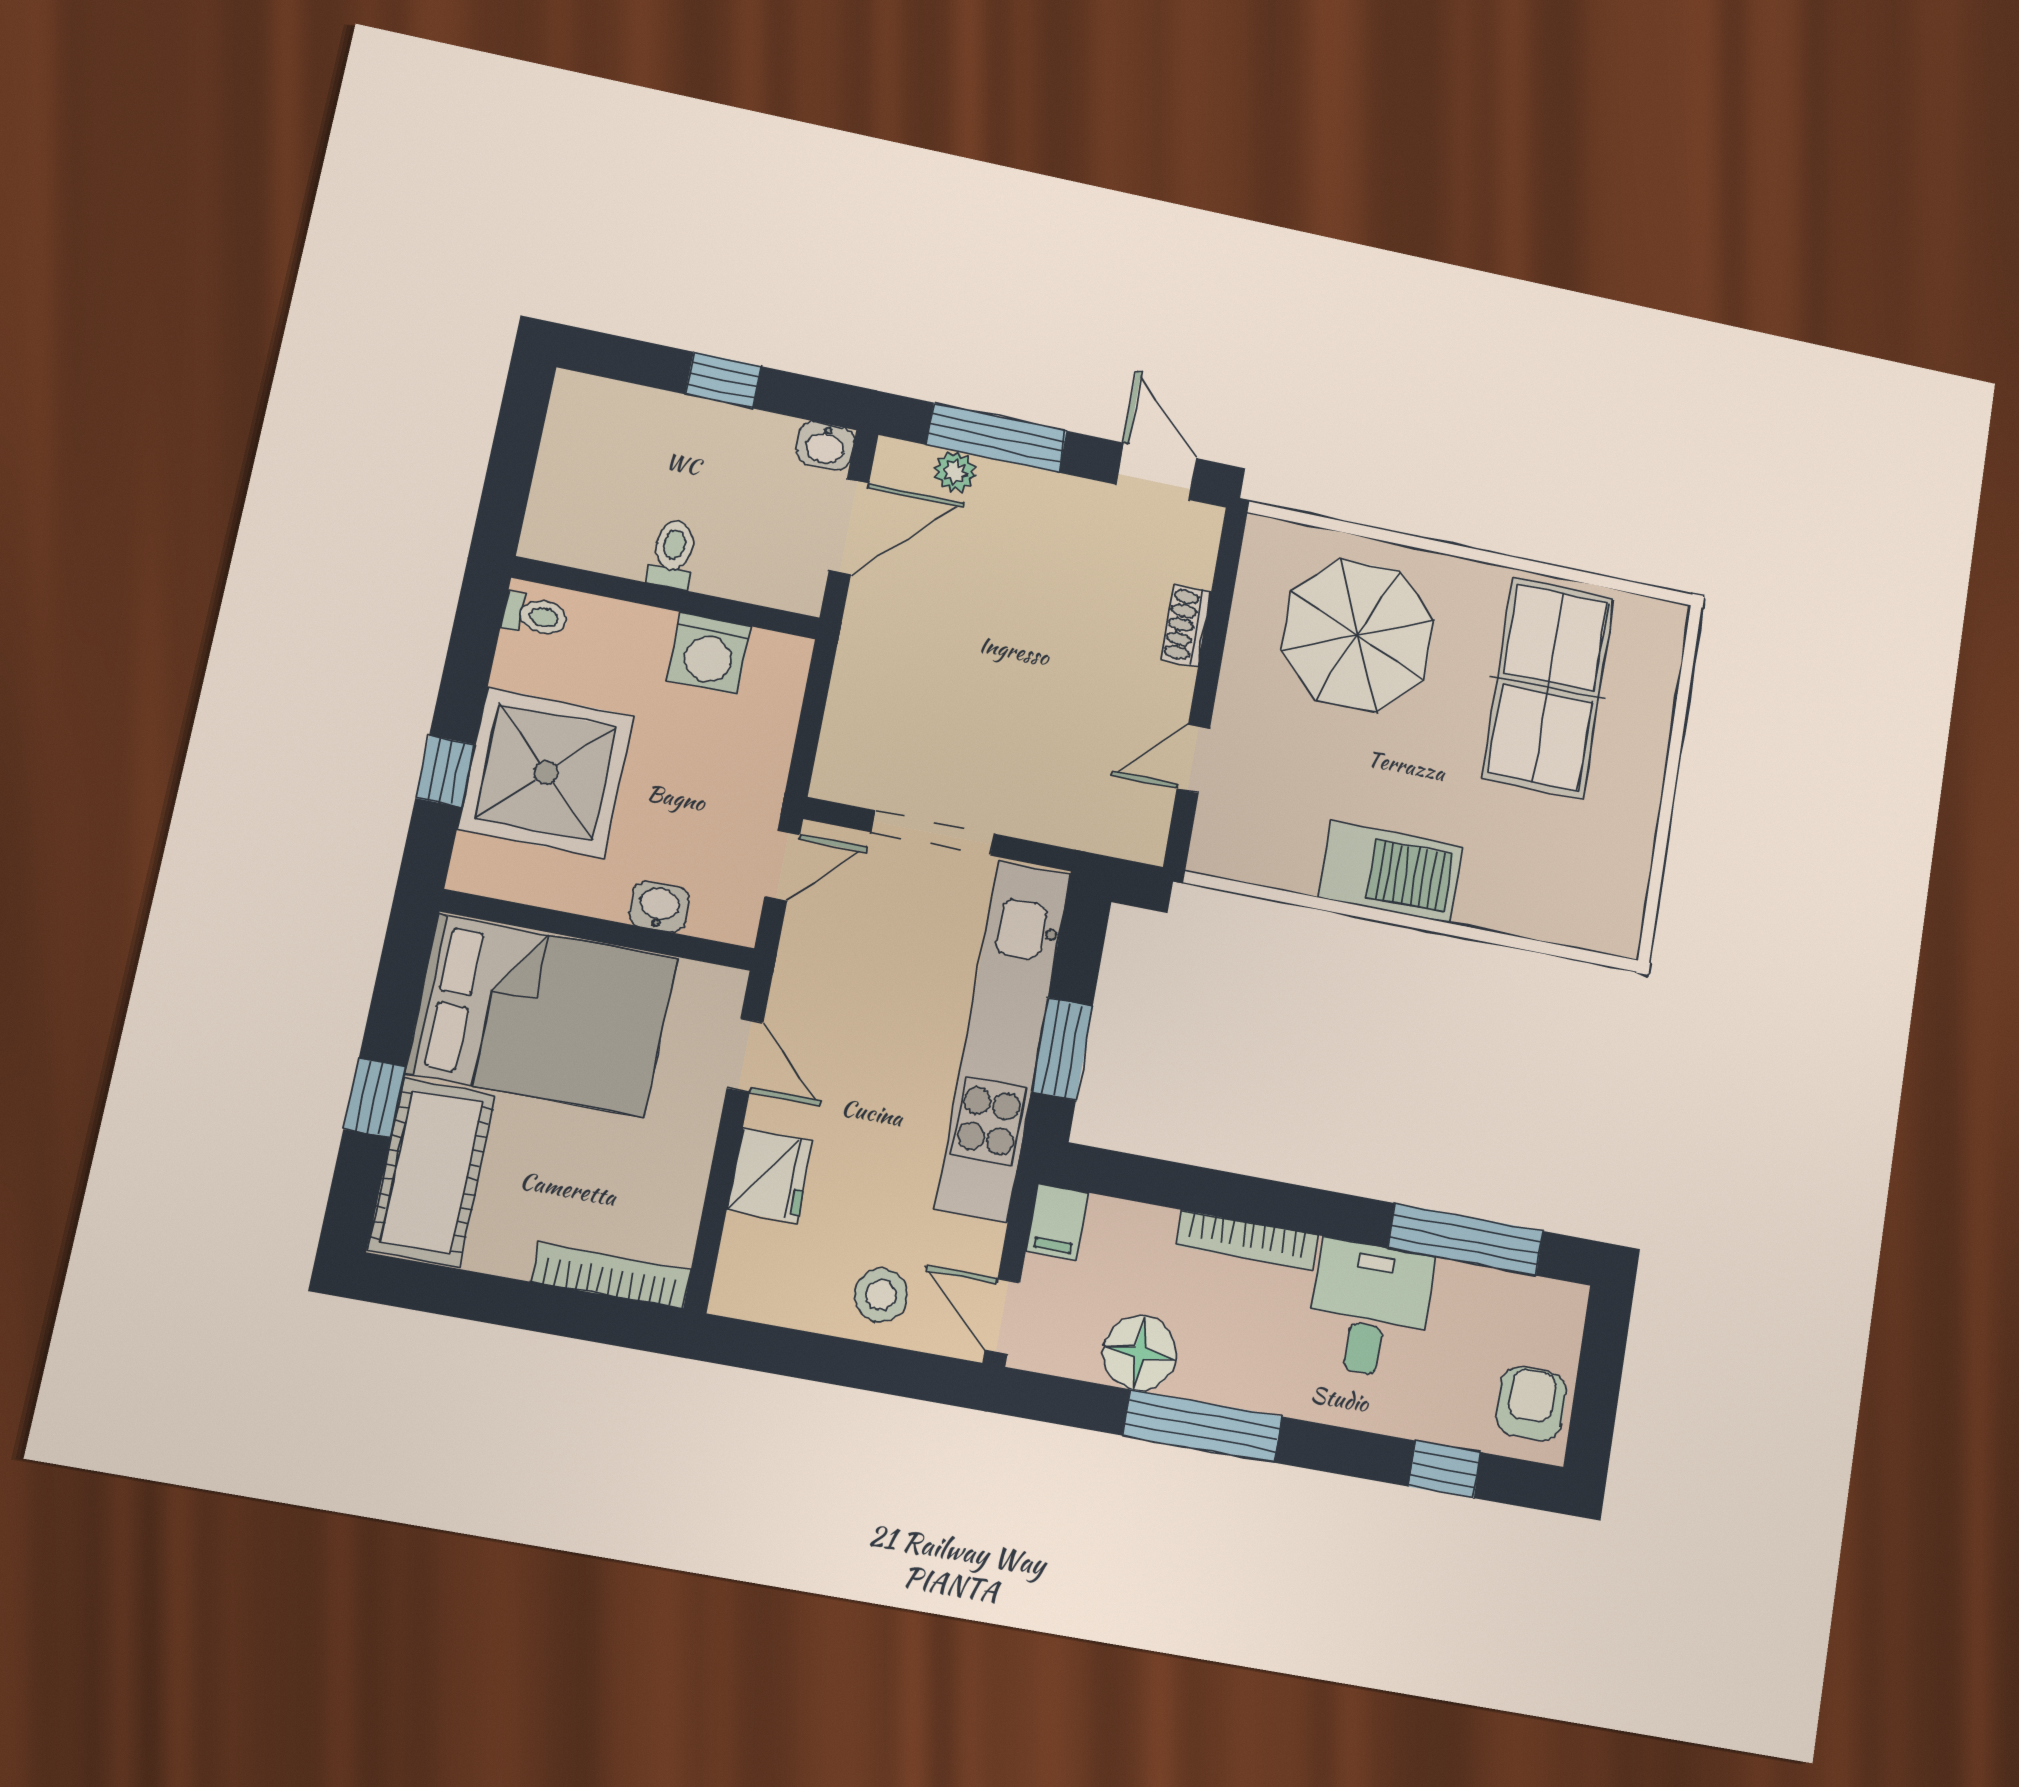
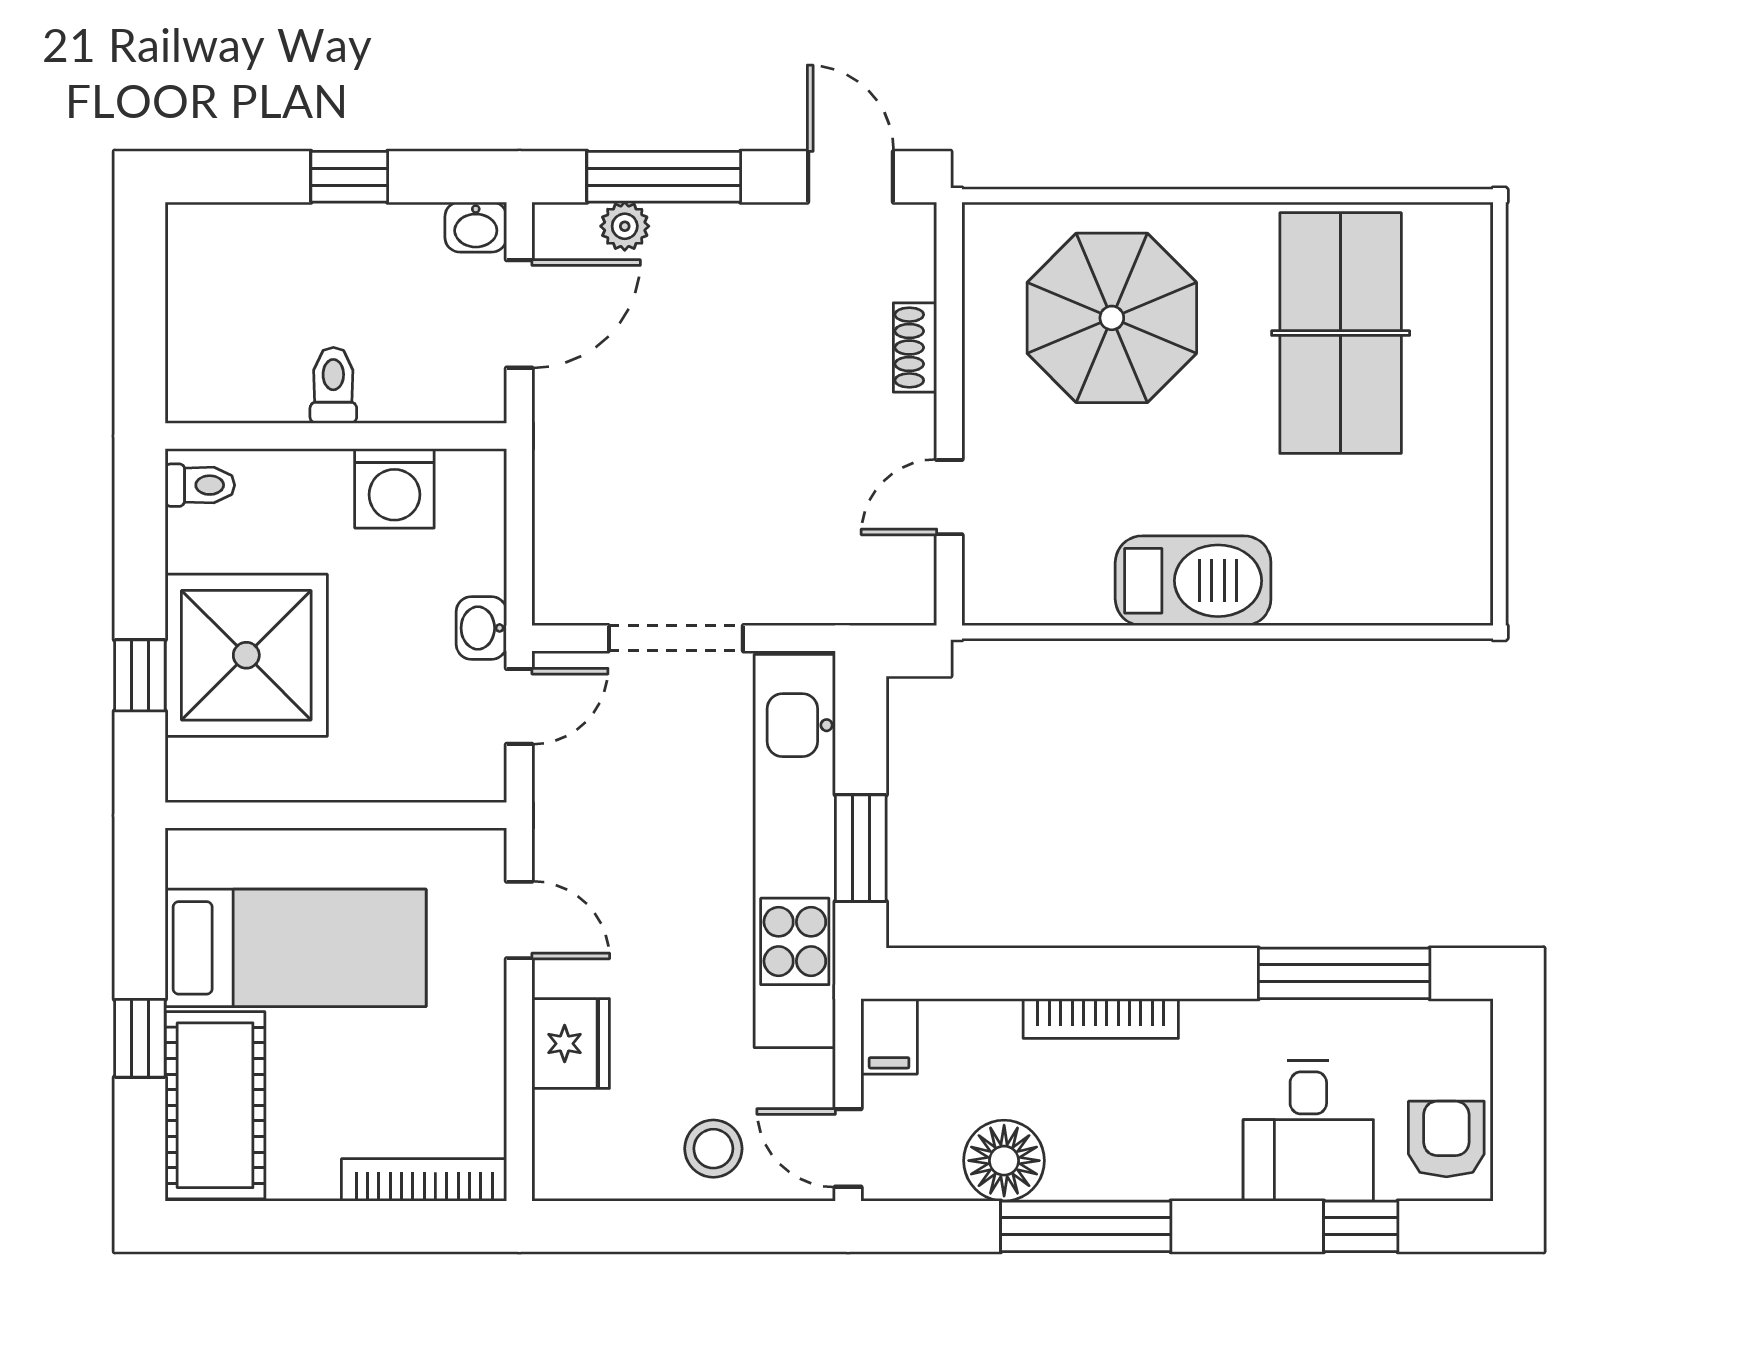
washbasin: (659, 907) -> (481, 628), moved, turned -90
bed: (542, 1016) -> (296, 948), width x0.67
desk: (1369, 1309) -> (1308, 1131), moved, turned 180

